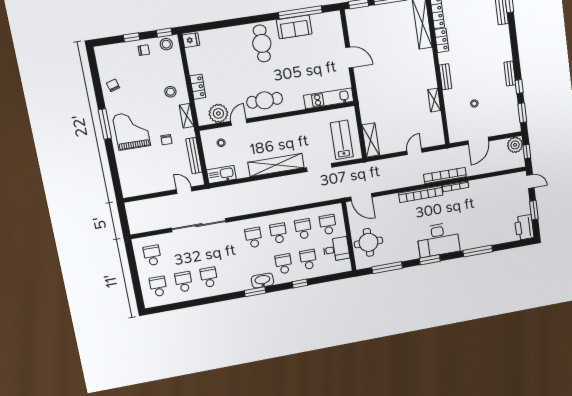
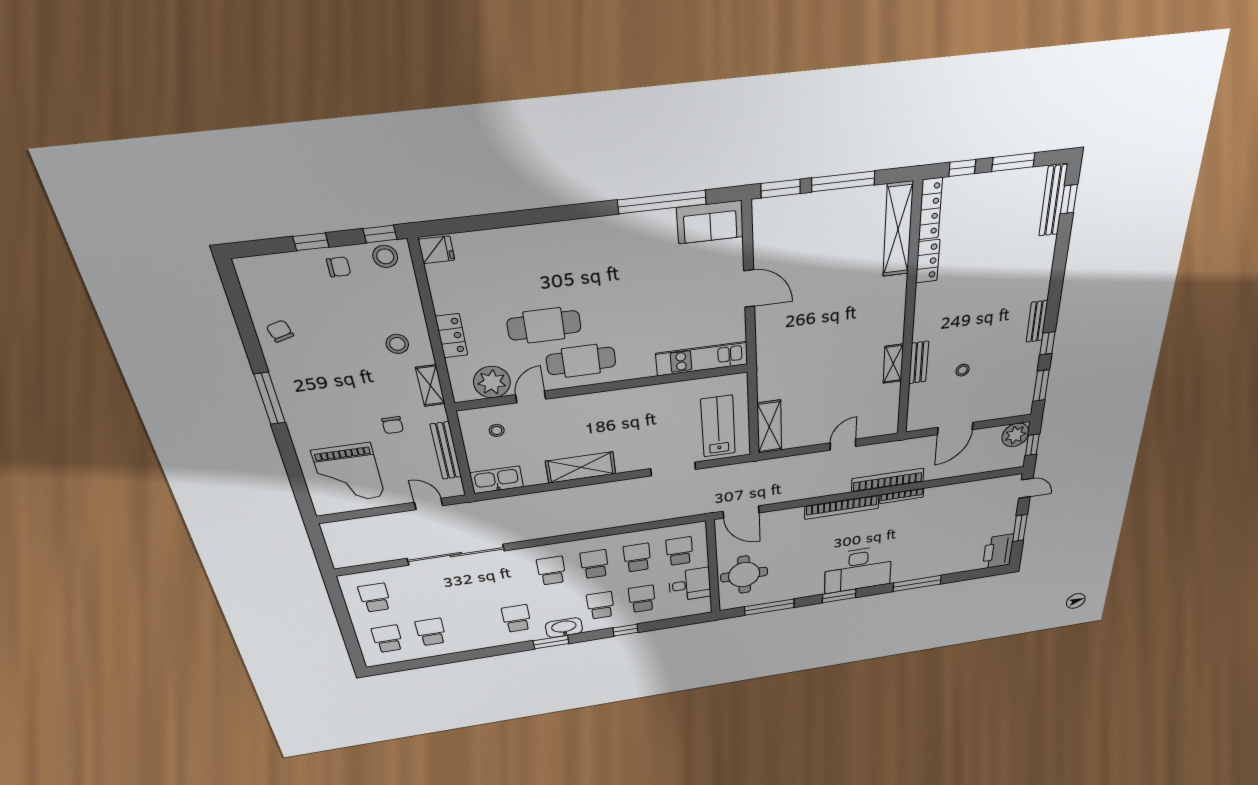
sofa: (294, 27) -> (710, 222), moved
cafe table: (262, 43) -> (544, 325), moved, turned 90
bench: (445, 77) -> (919, 362), moved
grand piano: (131, 130) -> (349, 474), moved, turned 180
shelving: (276, 165) -> (581, 467), width x0.68
school desk: (209, 277) -> (517, 619), moved

